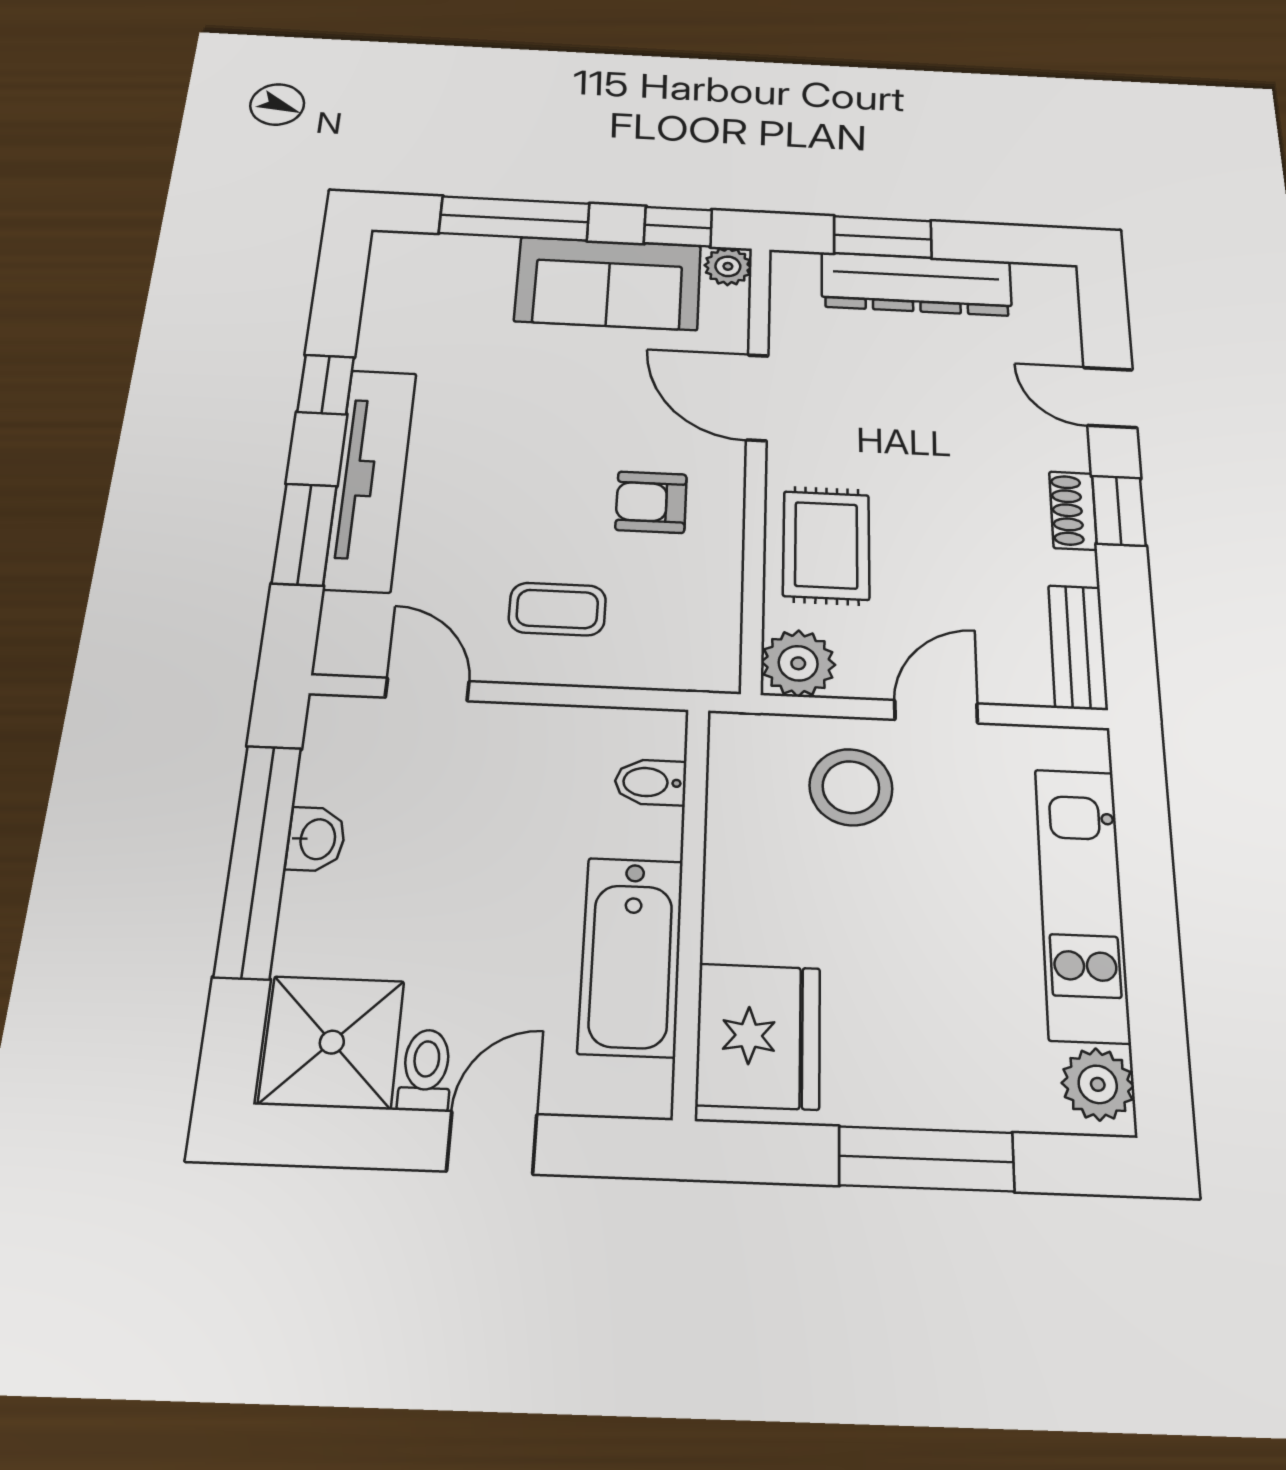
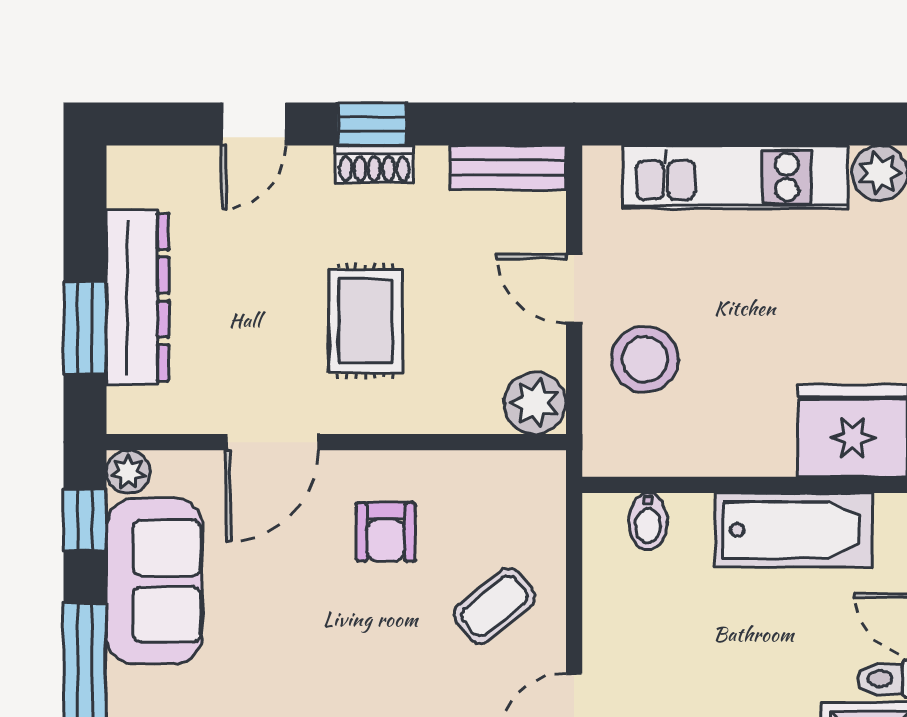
rug: (826, 545) -> (365, 321), moved, turned 90
coffee table: (557, 609) -> (494, 606), turned 51

